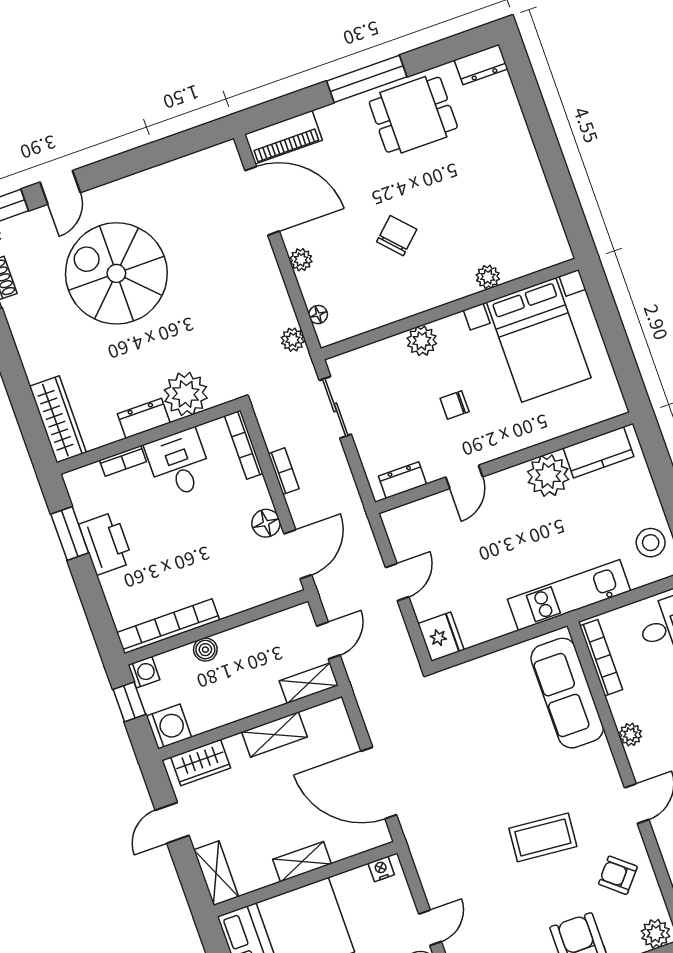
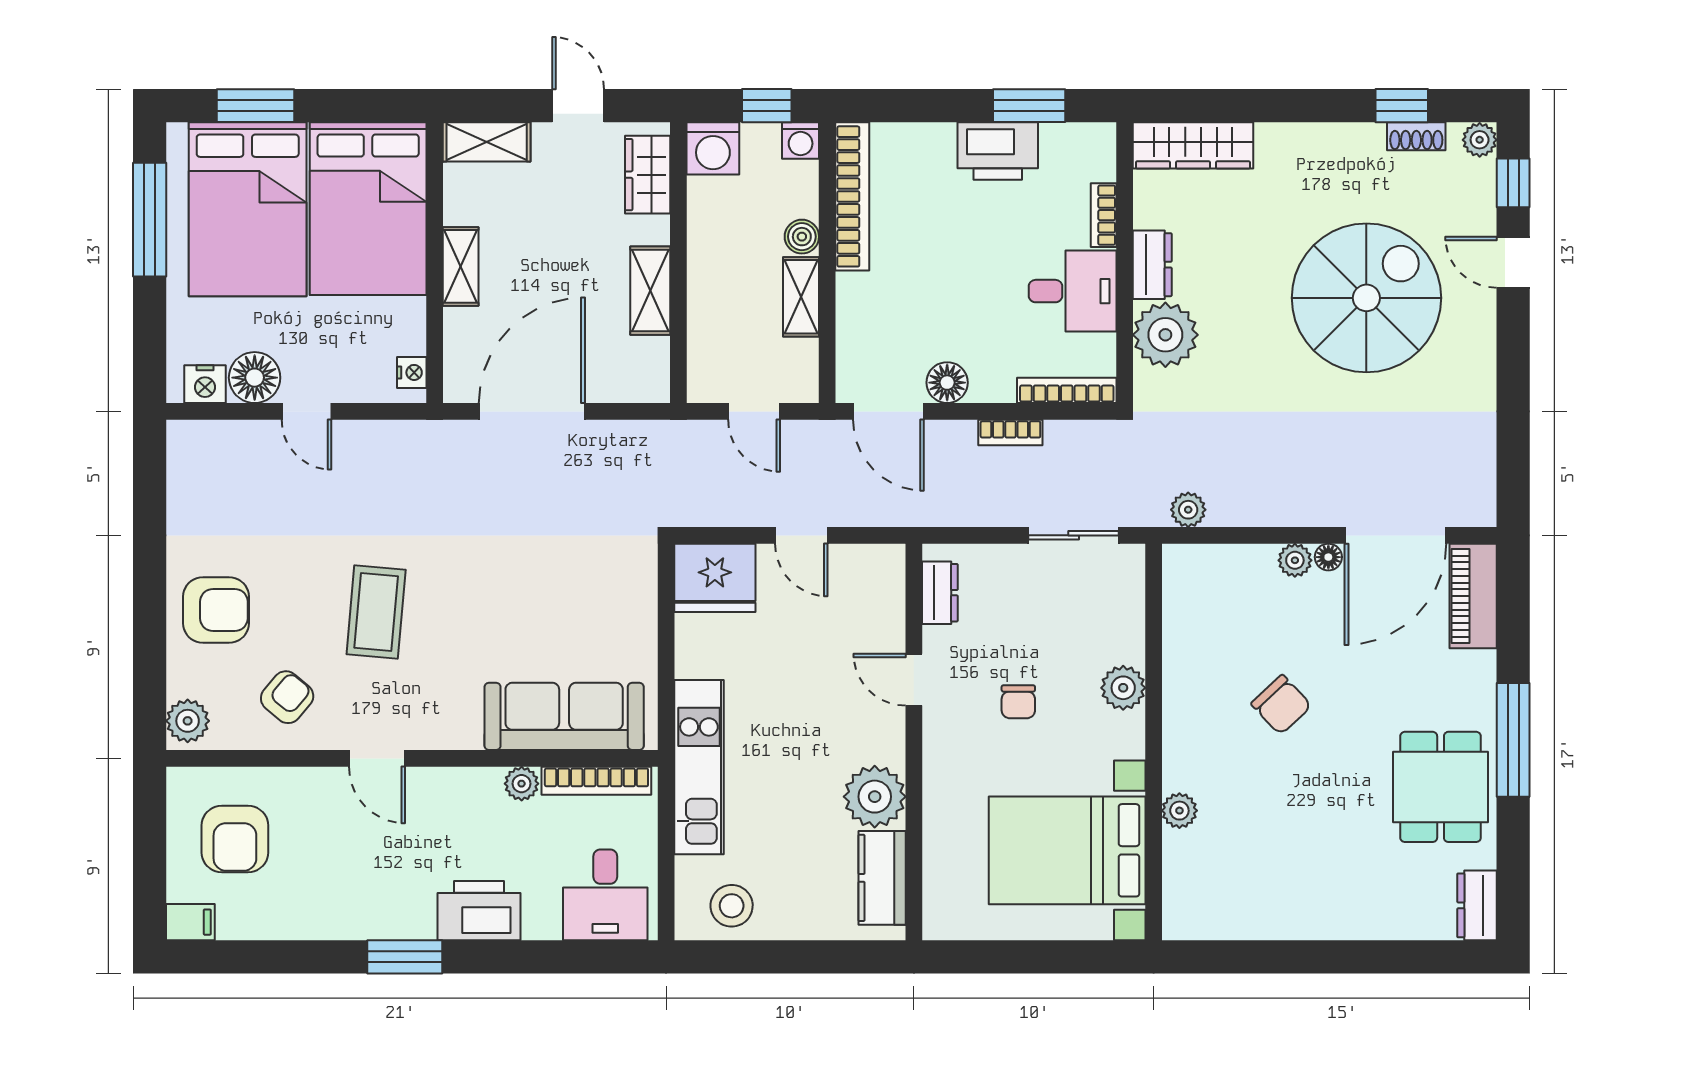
floor lamp: (318, 315) -> (1328, 557), moved
chair: (455, 405) -> (1018, 702), turned 180
fridge: (441, 637) -> (715, 578), width x1.36, depth x1.34
shelving: (309, 683) -> (801, 297), moved
plant: (630, 734) -> (522, 784), moved

